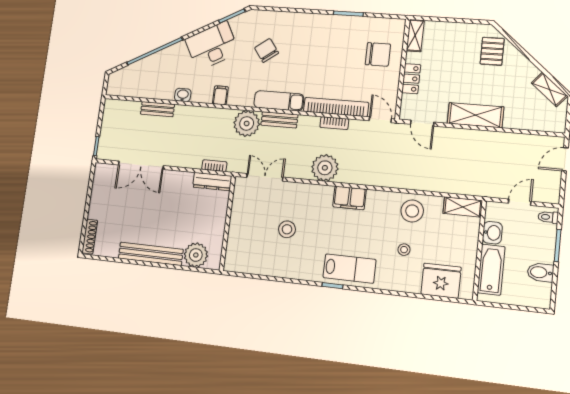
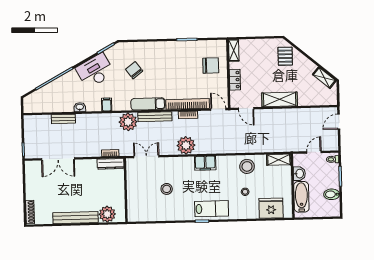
bench: (279, 120) -> (155, 117), width x1.36

